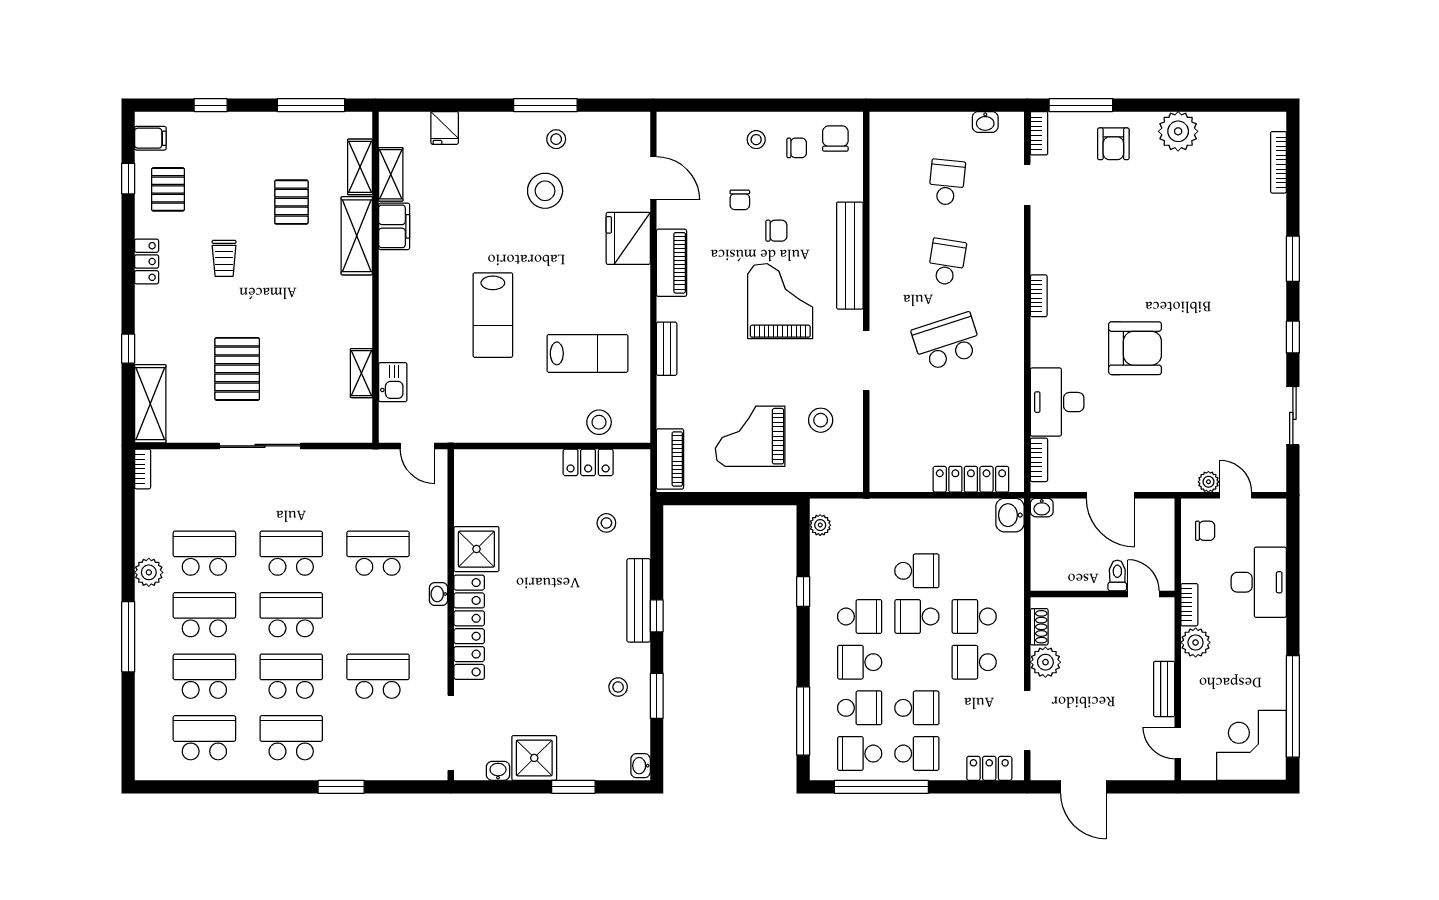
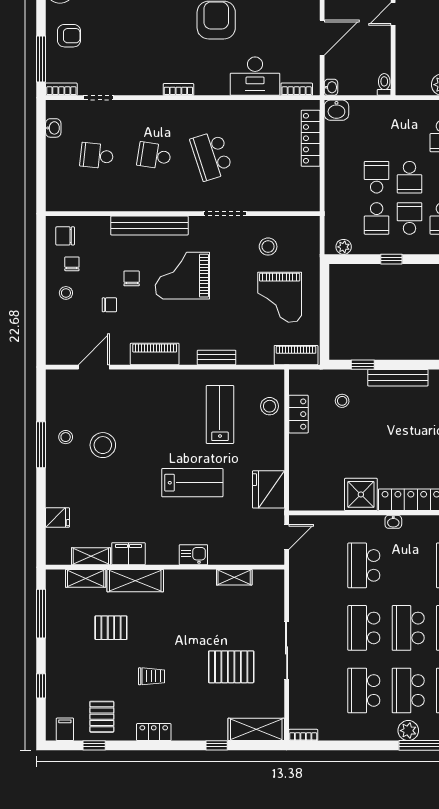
pallet: (168, 189) -> (102, 717), turned 90
fridge: (628, 238) -> (268, 489), moved, turned 90
kitchen sink: (393, 382) -> (193, 555), moved
plant: (149, 572) -> (408, 731), moved
toilet: (1117, 576) -> (384, 84), moved, turned 90
window: (657, 616) -> (363, 365), moved
school desk: (974, 616) -> (377, 218), moved
shoe rack: (1039, 627) -> (417, 89), removed

